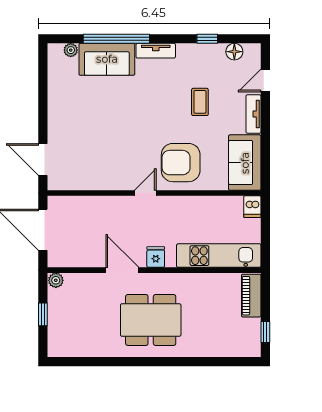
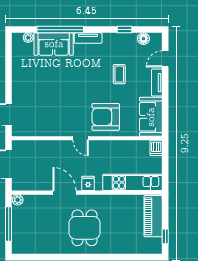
door: (145, 193) -> (81, 138), swing flipped
piano: (251, 296) -> (153, 216), width x1.37, depth x1.33
window: (43, 314) -> (9, 224), width x2.17
dining table: (151, 320) -> (85, 228), width x0.73

